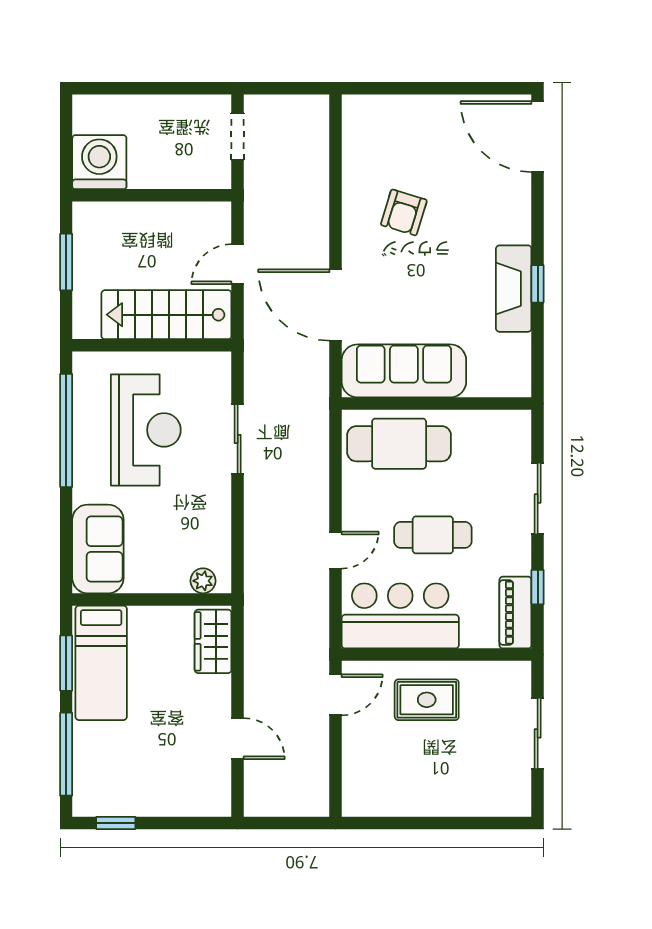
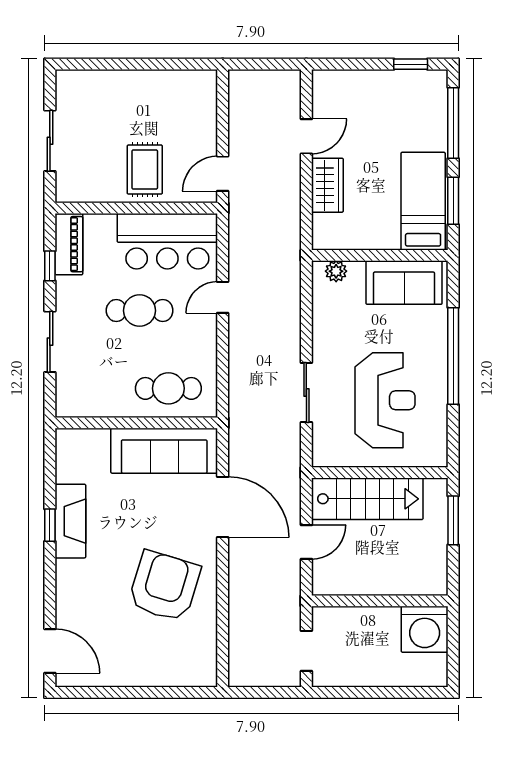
door: (538, 137) -> (50, 651), width x0.73
armchair: (404, 212) -> (164, 586), width x1.88, depth x1.88
window: (66, 262) -> (453, 520), moved
window: (66, 430) -> (453, 356), moved
reception desk: (146, 430) -> (385, 400), turned 180
cafe table: (399, 444) -> (168, 388), width x0.73, depth x0.74
sofa: (98, 549) -> (404, 282), moved, turned -90
wardrobe: (213, 641) -> (327, 185), moved
rug: (427, 700) -> (145, 170), turned 90
door: (238, 739) -> (306, 136), swing flipped

